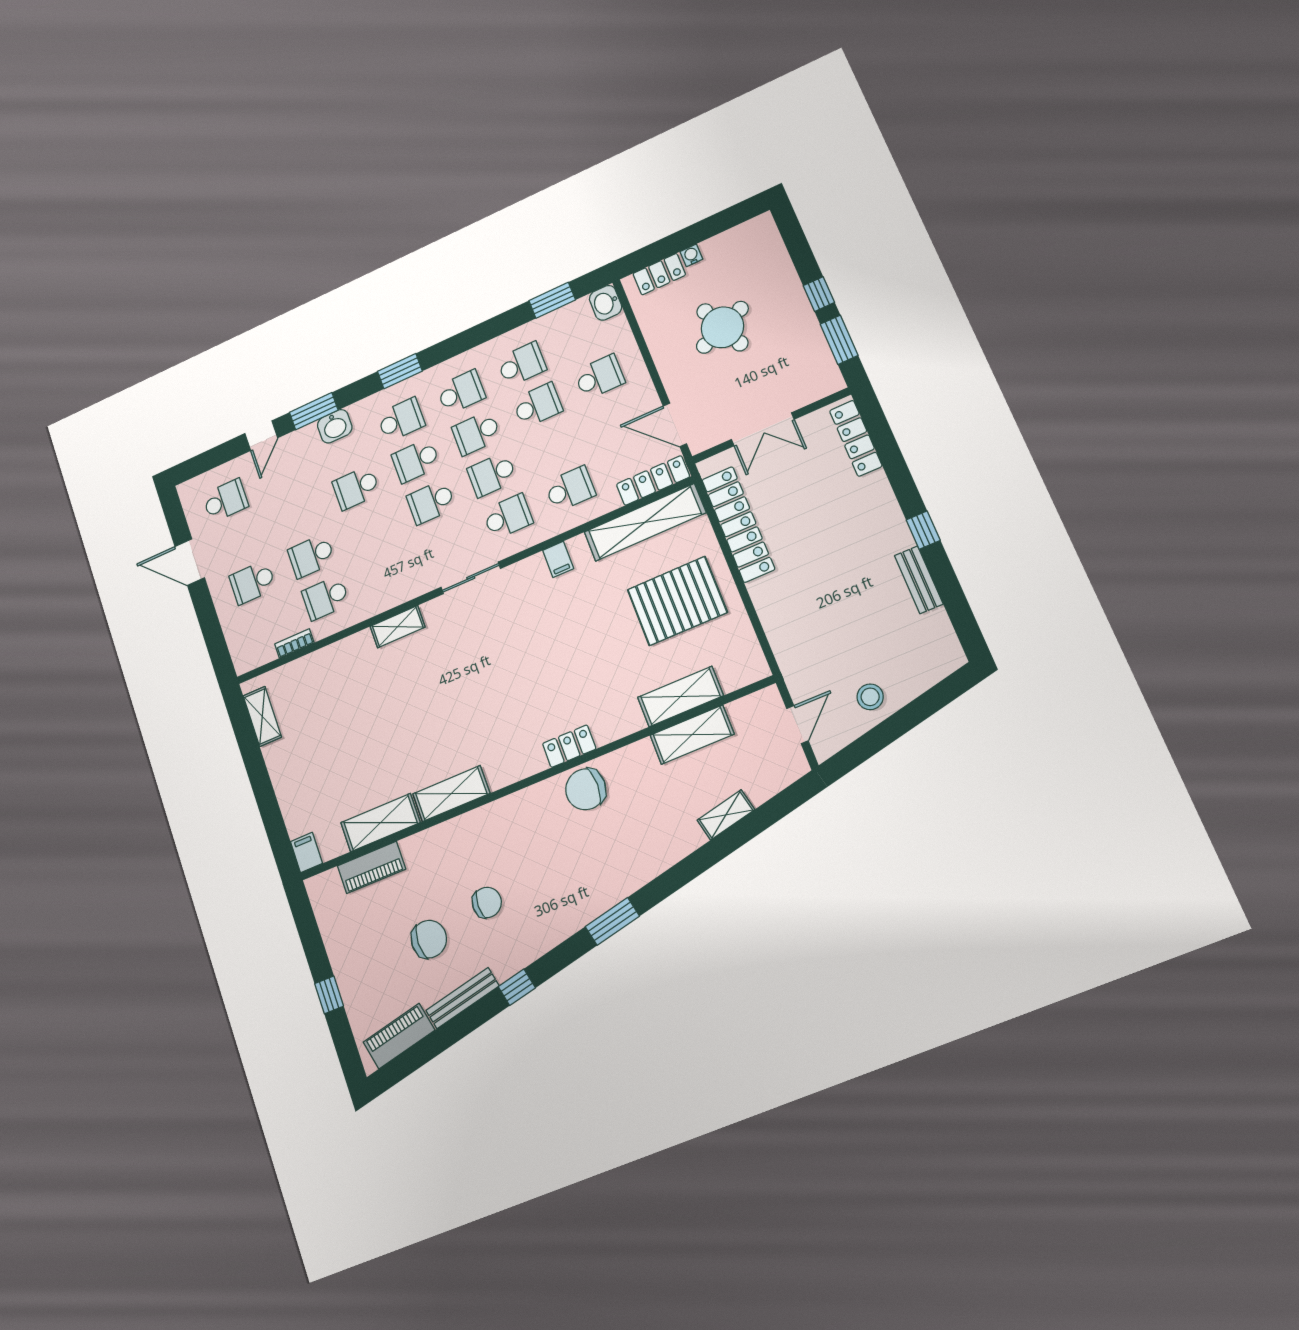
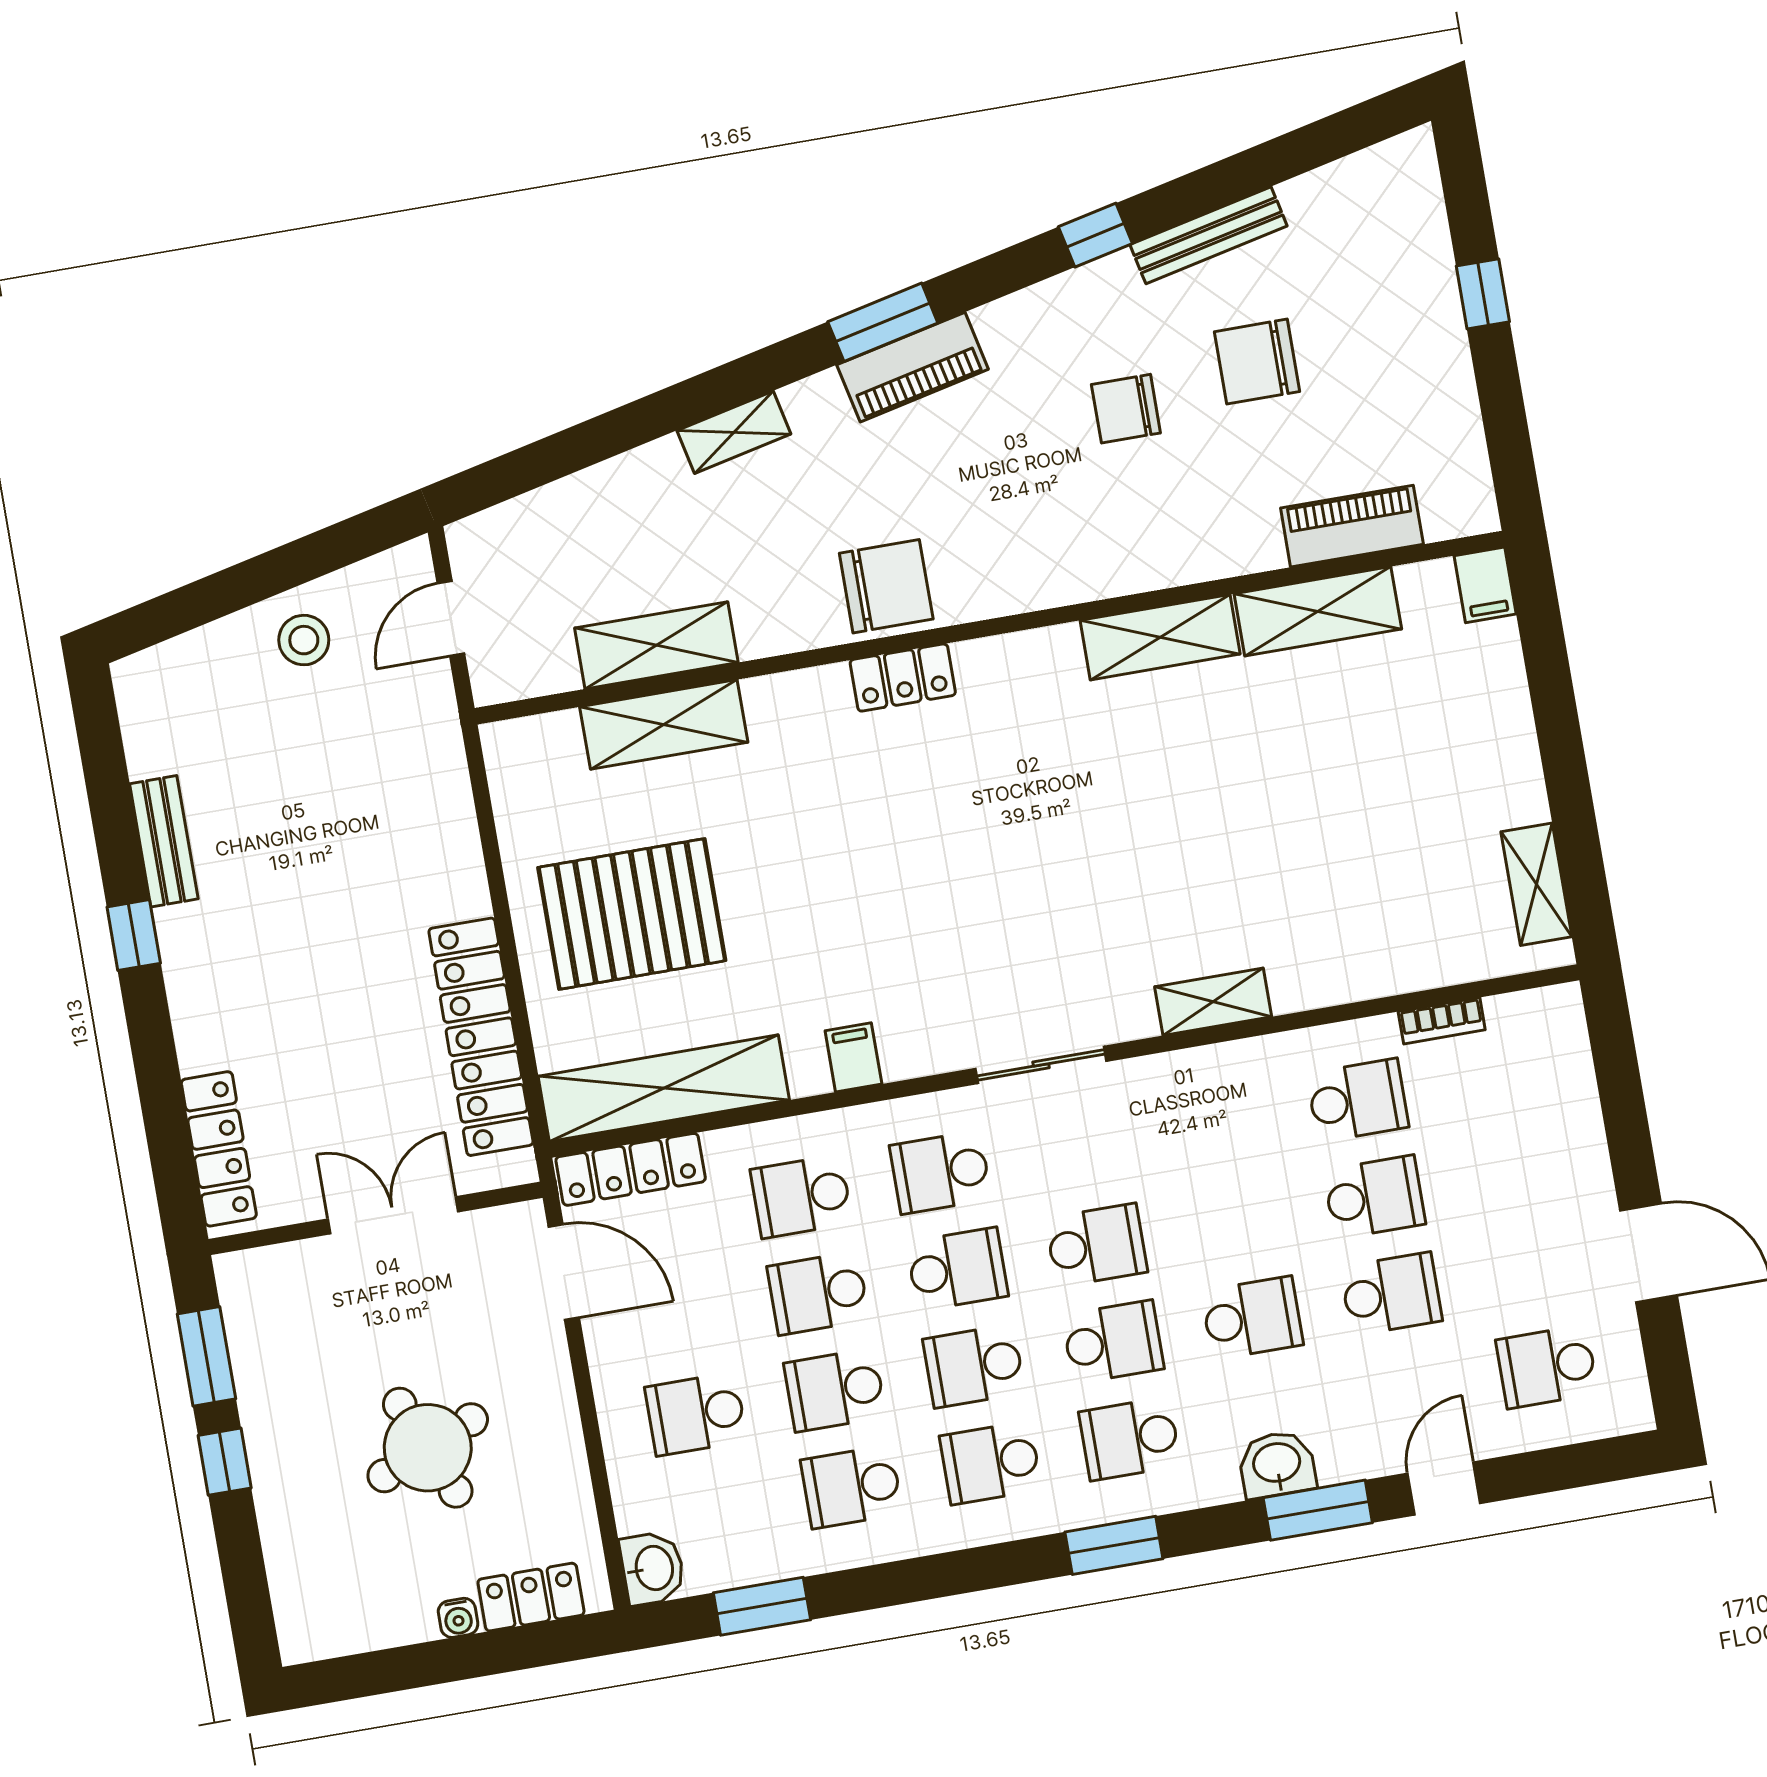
school desk: (476, 433) -> (974, 1366), turned 180
school desk: (554, 447) -> (818, 1293), added
school desk: (253, 582) -> (1391, 1294), moved
shelving: (726, 815) -> (734, 432), moved
piano: (399, 1036) -> (913, 367), moved

